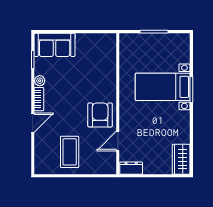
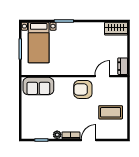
sofa: (55, 45) -> (38, 86), moved, turned 90
bed with nightstands: (163, 87) -> (39, 43), moved
door: (33, 123) -> (89, 140), hinge flipped
door: (118, 141) -> (102, 76), swing flipped

